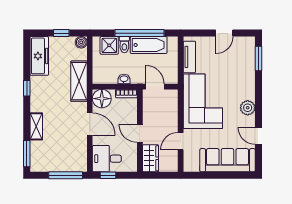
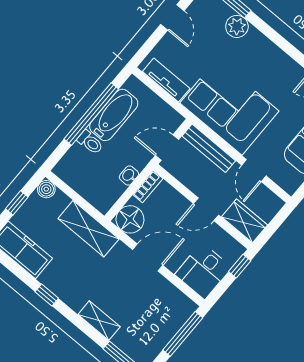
shower: (109, 45) -> (77, 160), removed
bench: (173, 108) -> (209, 148), added
plant: (248, 108) -> (237, 26), moved
window: (108, 175) -> (240, 266), moved

